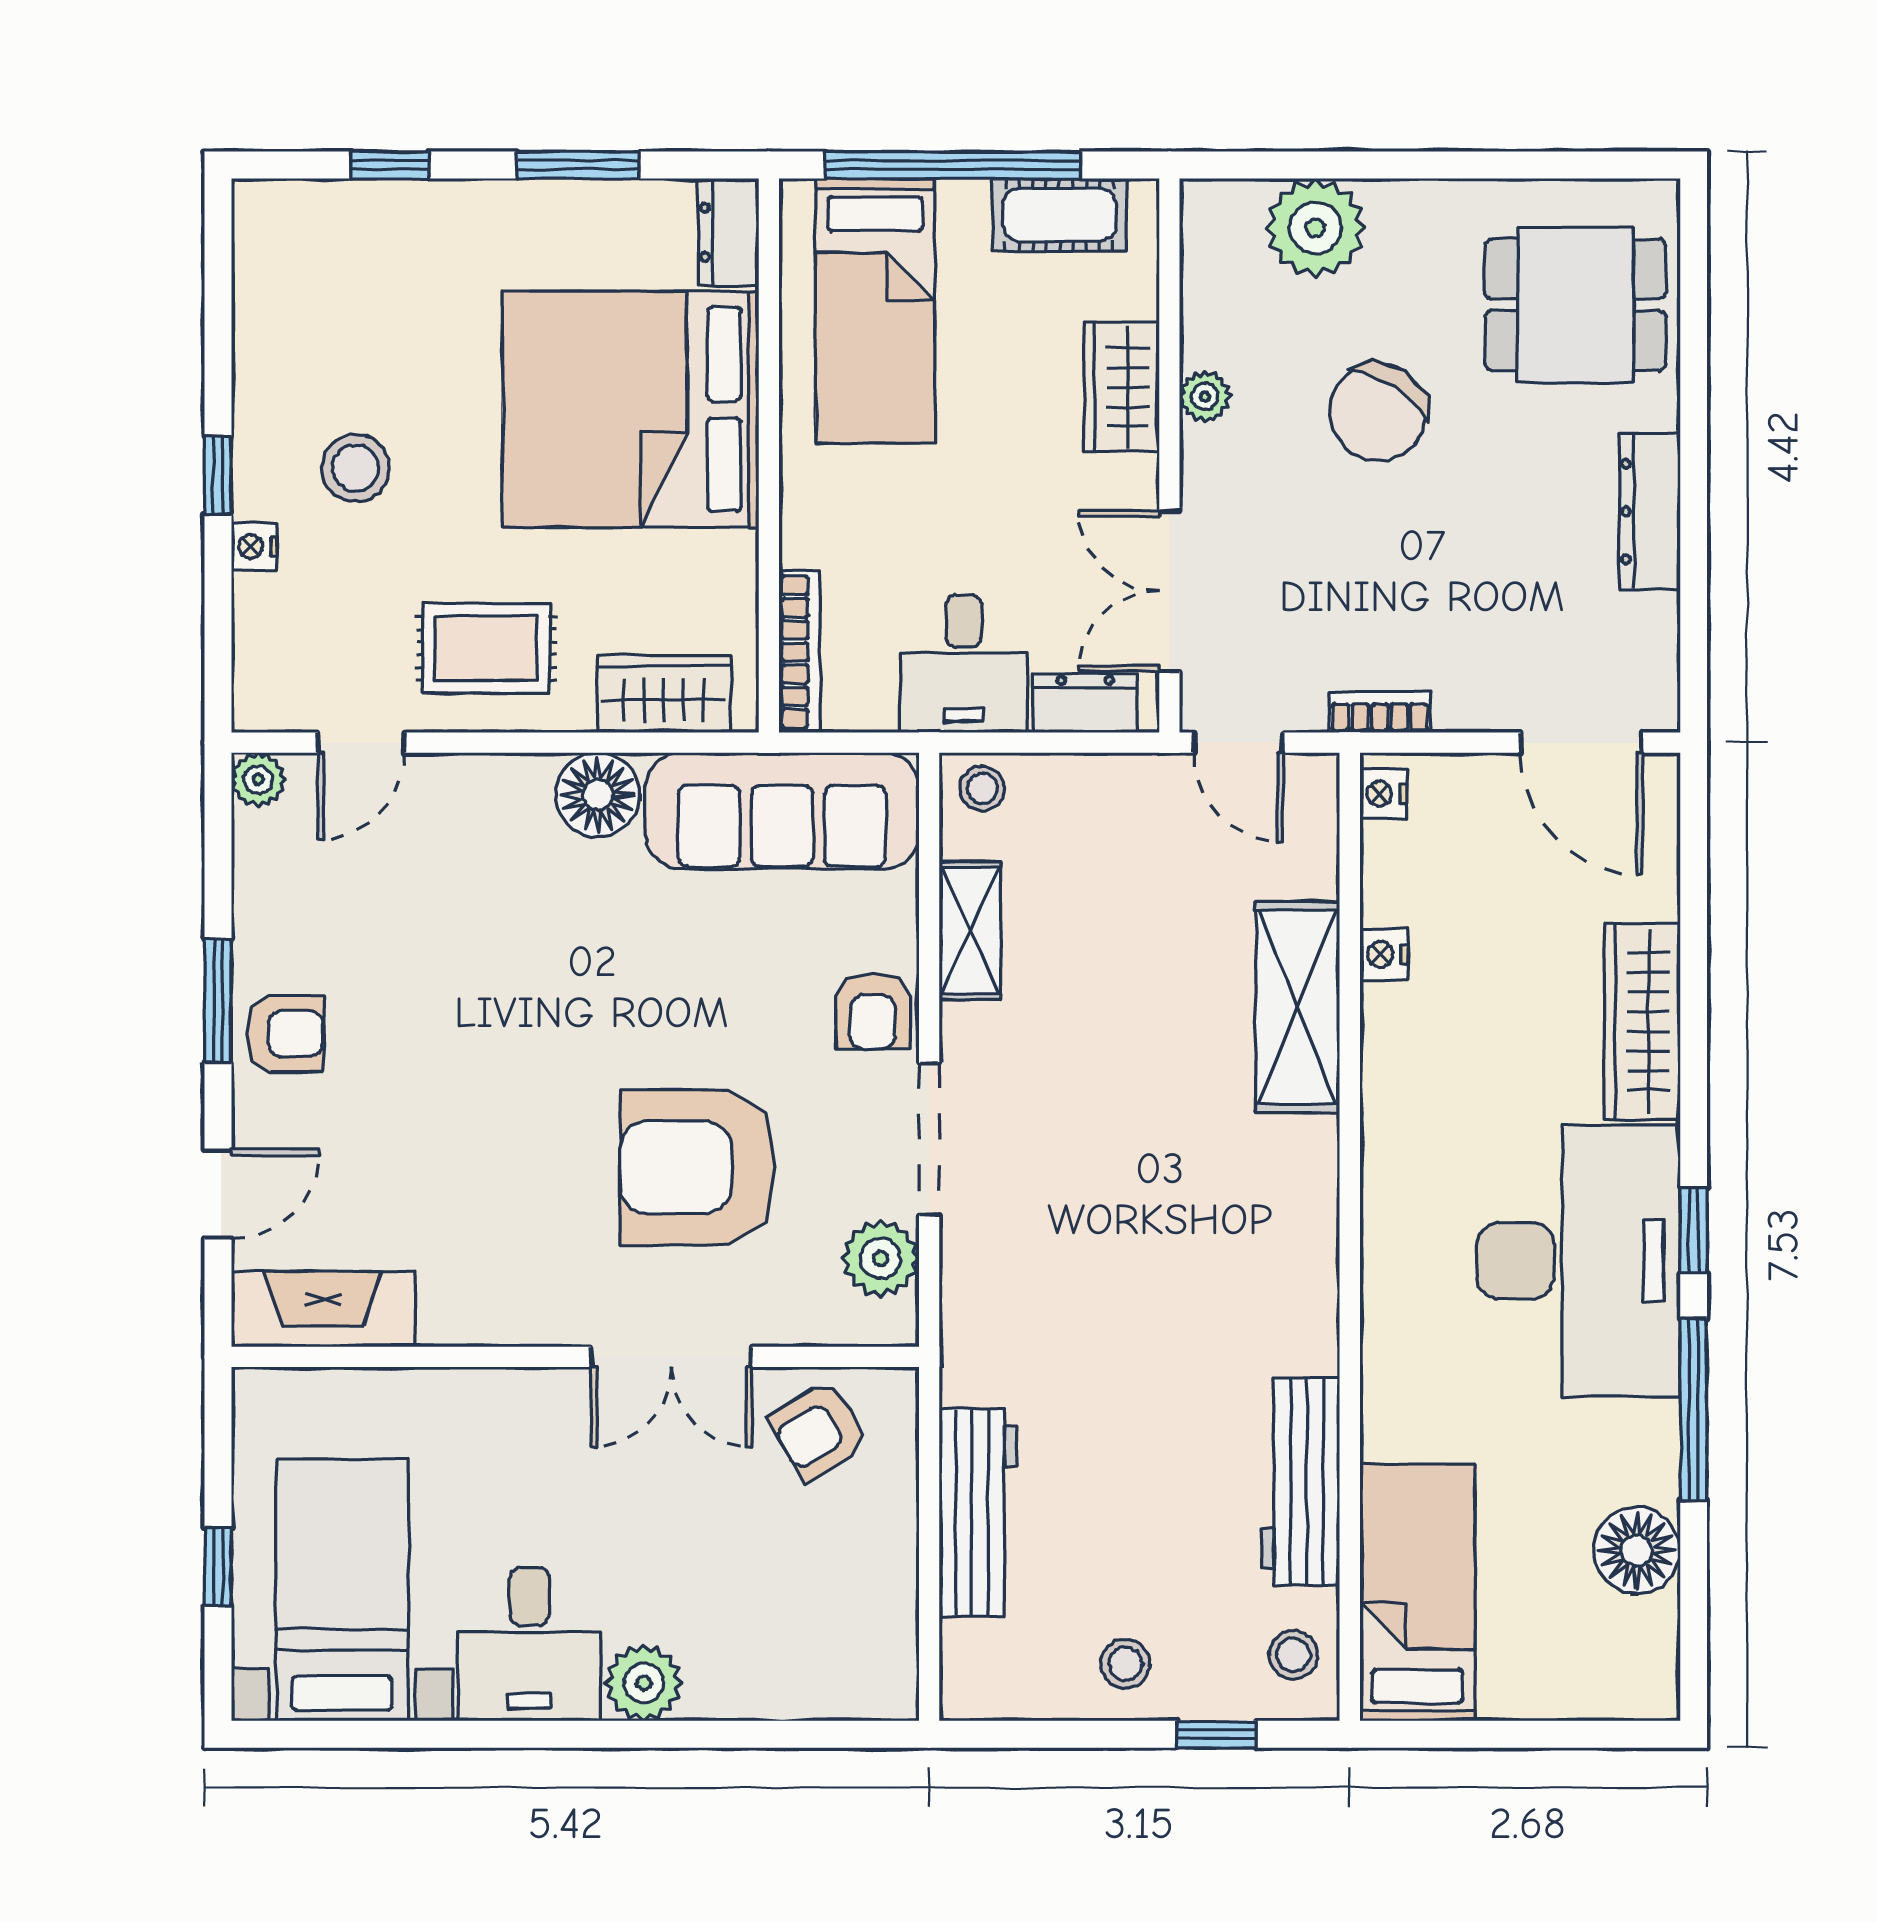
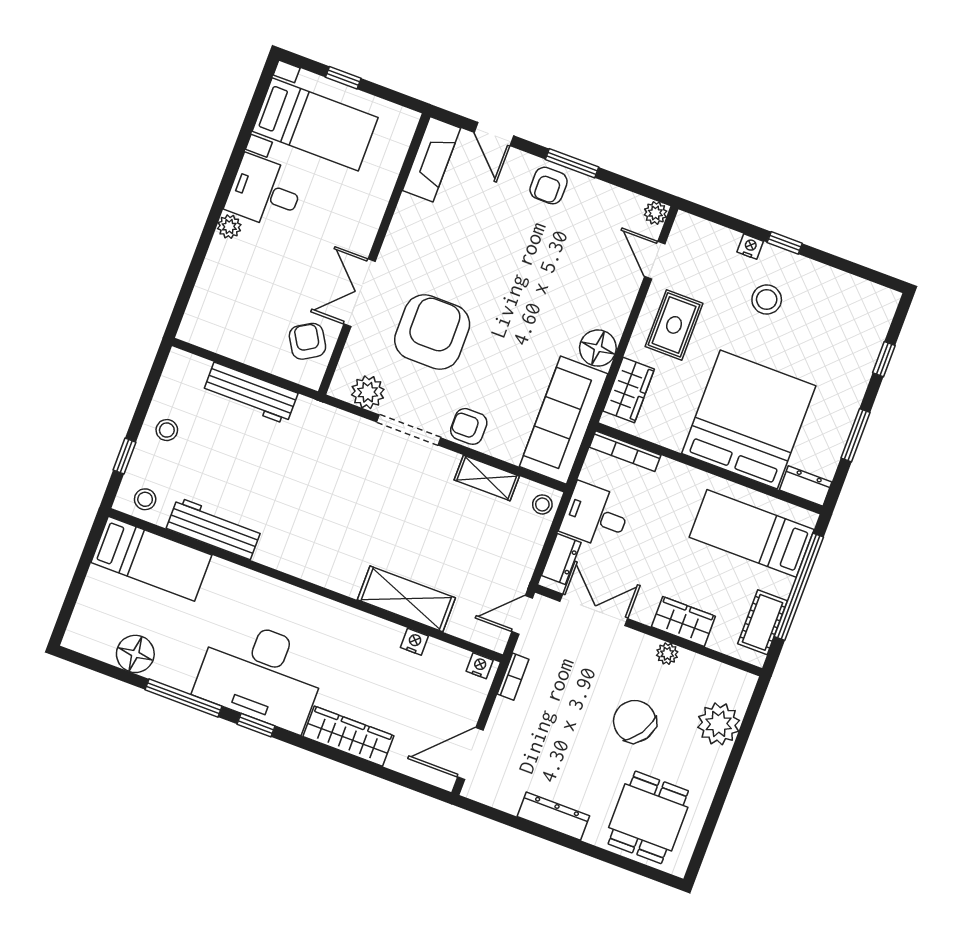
plant: (644, 1683) -> (229, 227), width x0.73, depth x0.73

